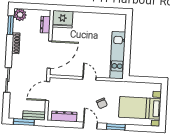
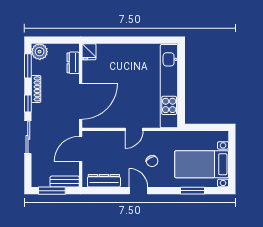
fridge: (63, 19) -> (89, 52), width x0.53, depth x0.75
window: (9, 54) -> (28, 104), added
kitchen unit: (118, 55) -> (169, 86), width x1.36
door: (89, 78) -> (134, 129), swing flipped
window: (116, 127) -> (193, 191), moved

